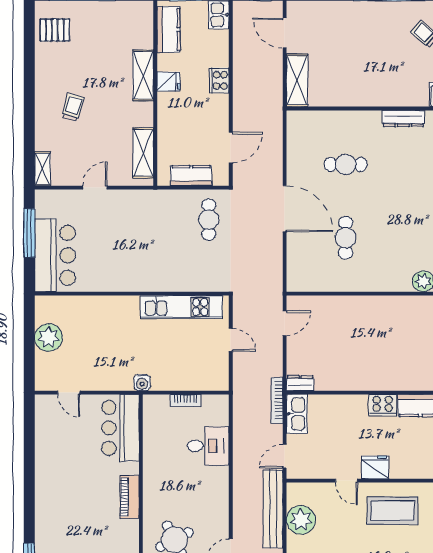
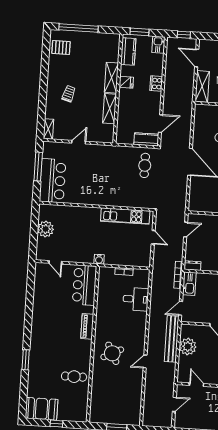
shelving: (143, 153) -> (110, 109), moved
kitchen counter: (191, 176) -> (146, 139), moved

